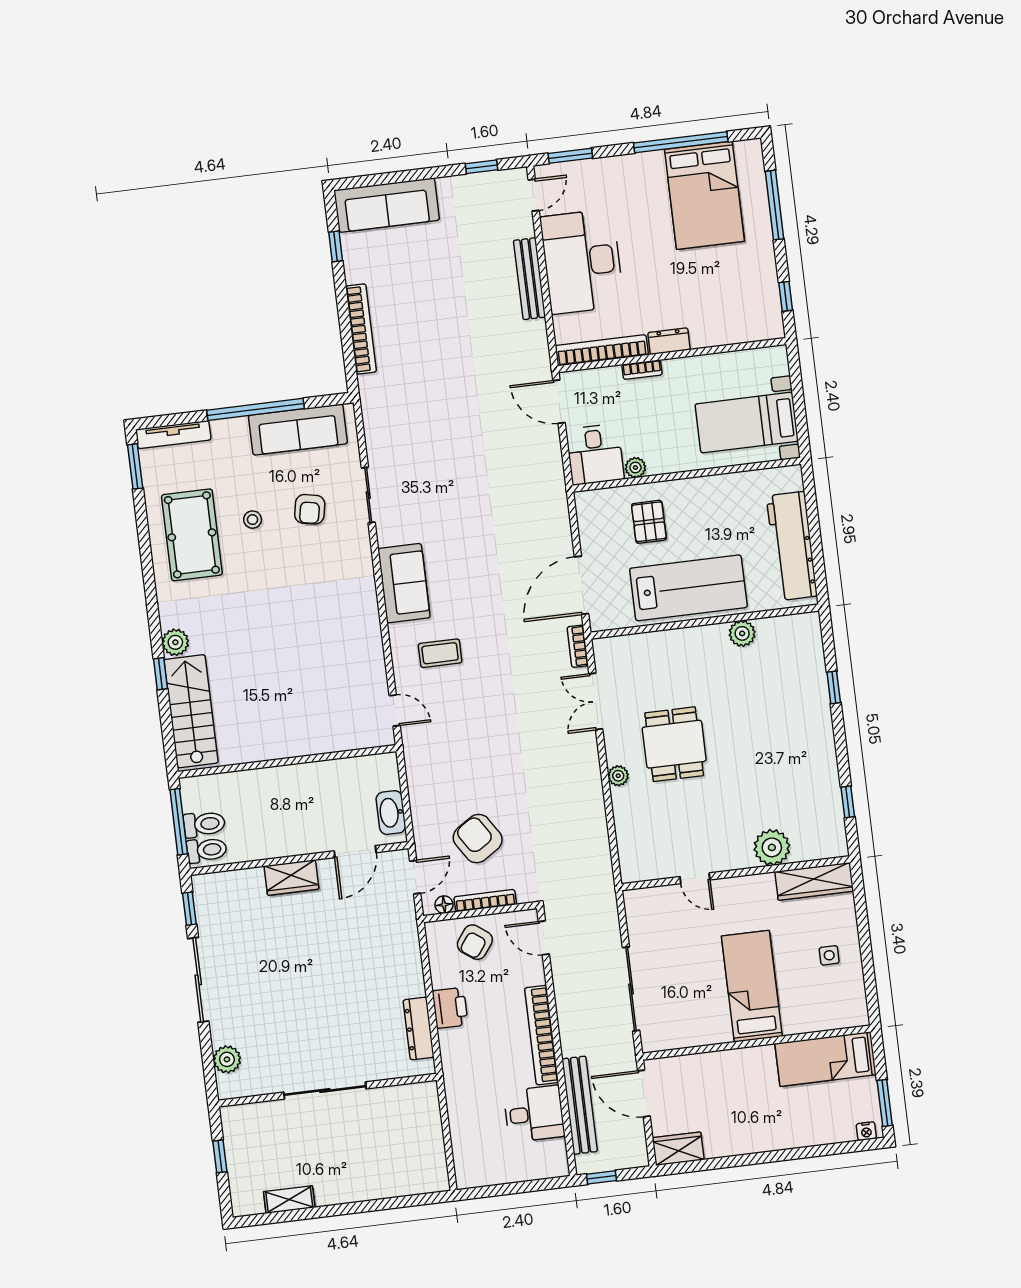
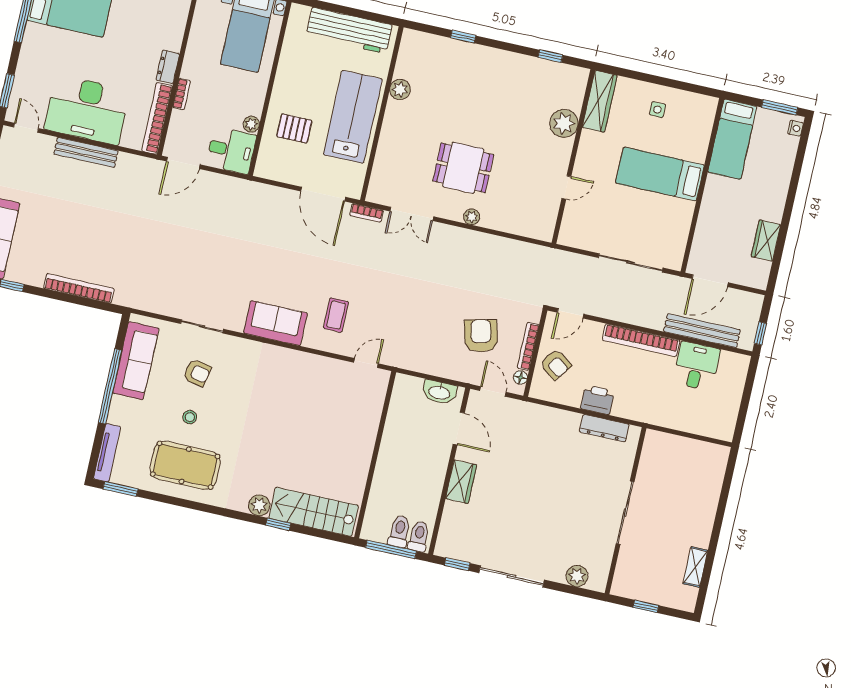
armchair: (478, 839) -> (481, 336), turned 109
wardrobe: (678, 1149) -> (766, 241), moved

